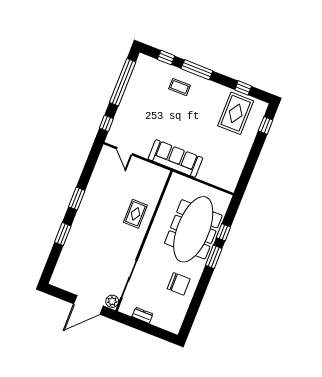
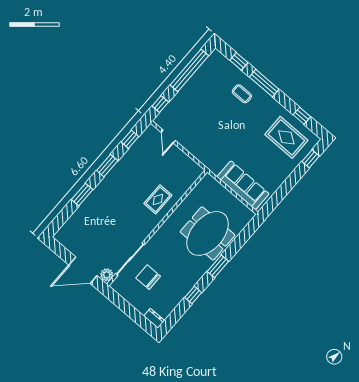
rug: (236, 113) -> (286, 137), turned 90
sofa: (175, 158) -> (243, 185), moved
window: (89, 166) -> (130, 139), added
meeting table: (193, 229) -> (208, 233), width x0.73
window: (223, 232) -> (193, 295), moved
chair: (179, 284) -> (148, 277), moved, turned 180
dresser: (142, 315) -> (154, 318), moved

